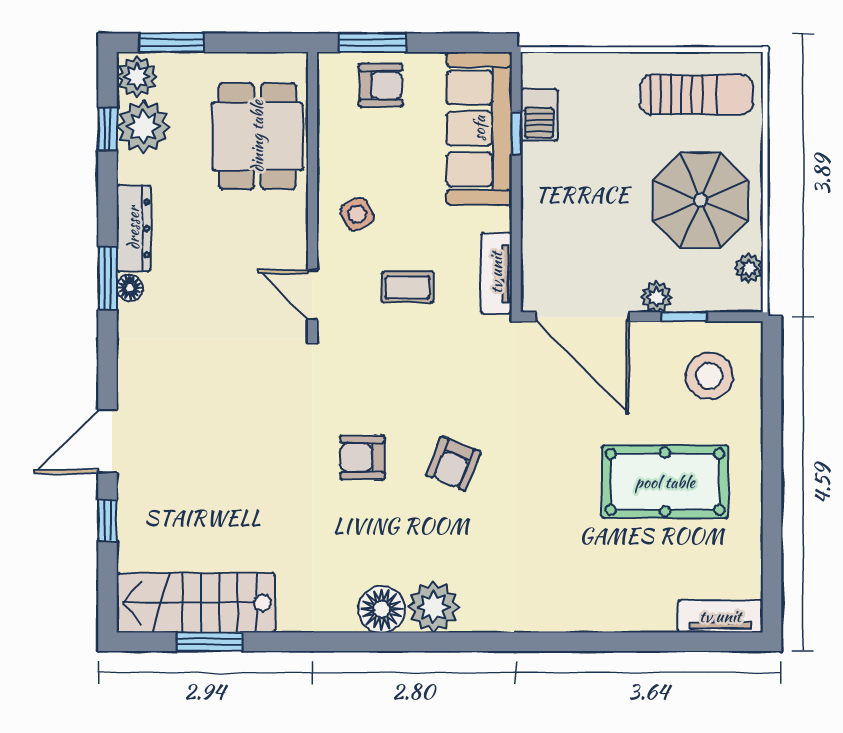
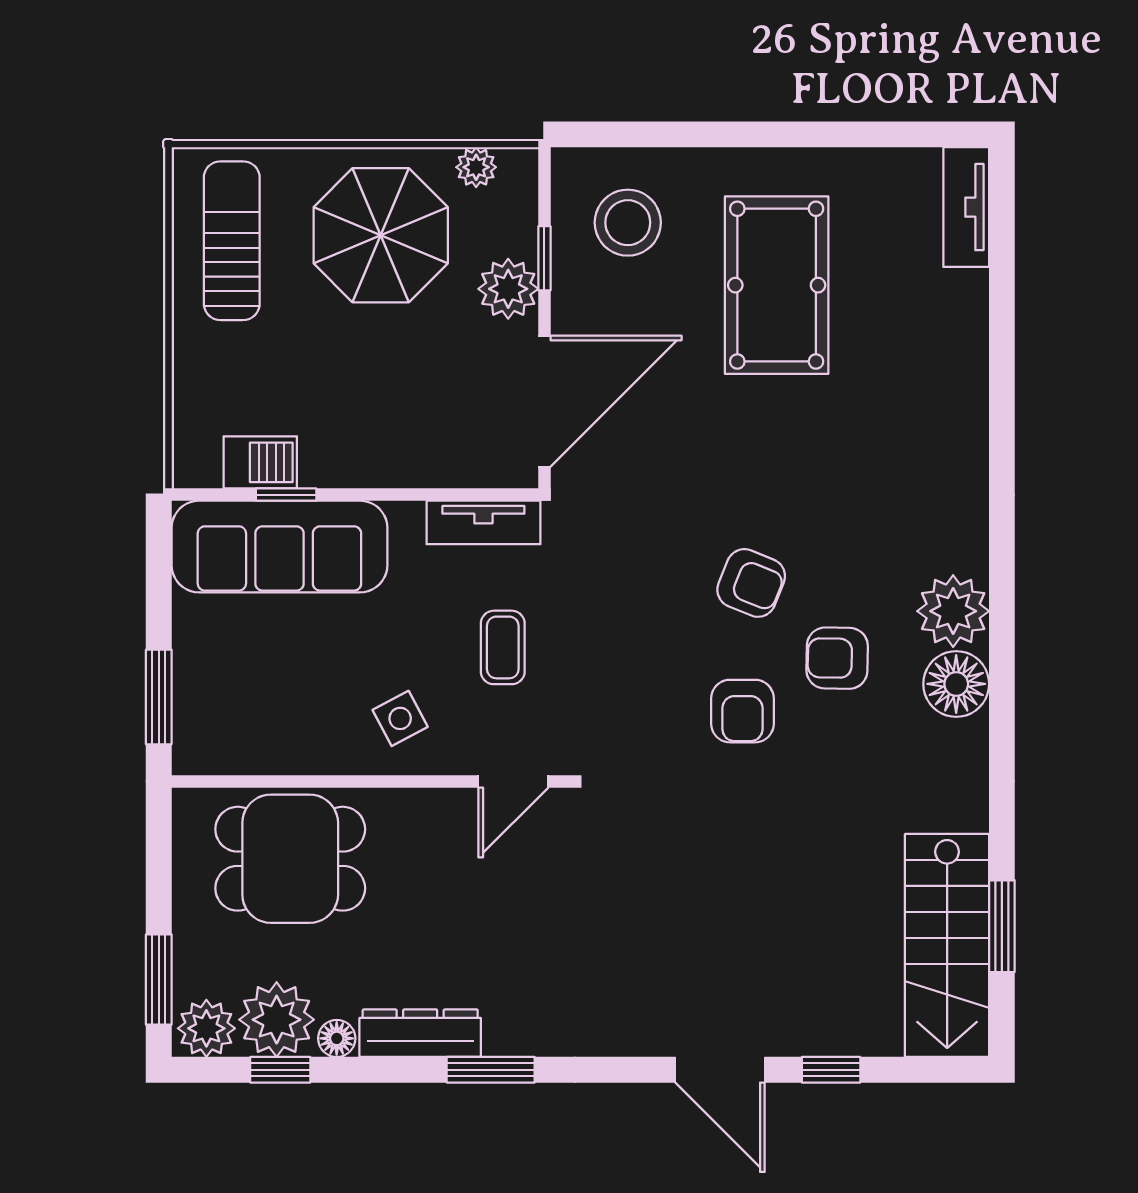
armchair: (381, 85) -> (837, 658), moved, turned -89
floor lamp: (130, 288) -> (337, 1038), moved
plant: (657, 297) -> (508, 289), width x1.38, depth x1.38

